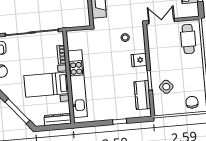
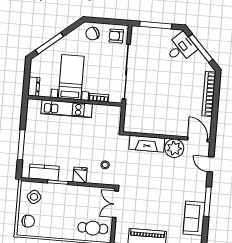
double door: (161, 21) -> (115, 204), swing flipped
kitchen unit: (78, 84) -> (67, 109), width x0.73
side table: (166, 87) -> (34, 197), moved
dresser: (58, 119) -> (34, 87), width x0.70
window: (120, 122) -> (21, 145), width x2.17

